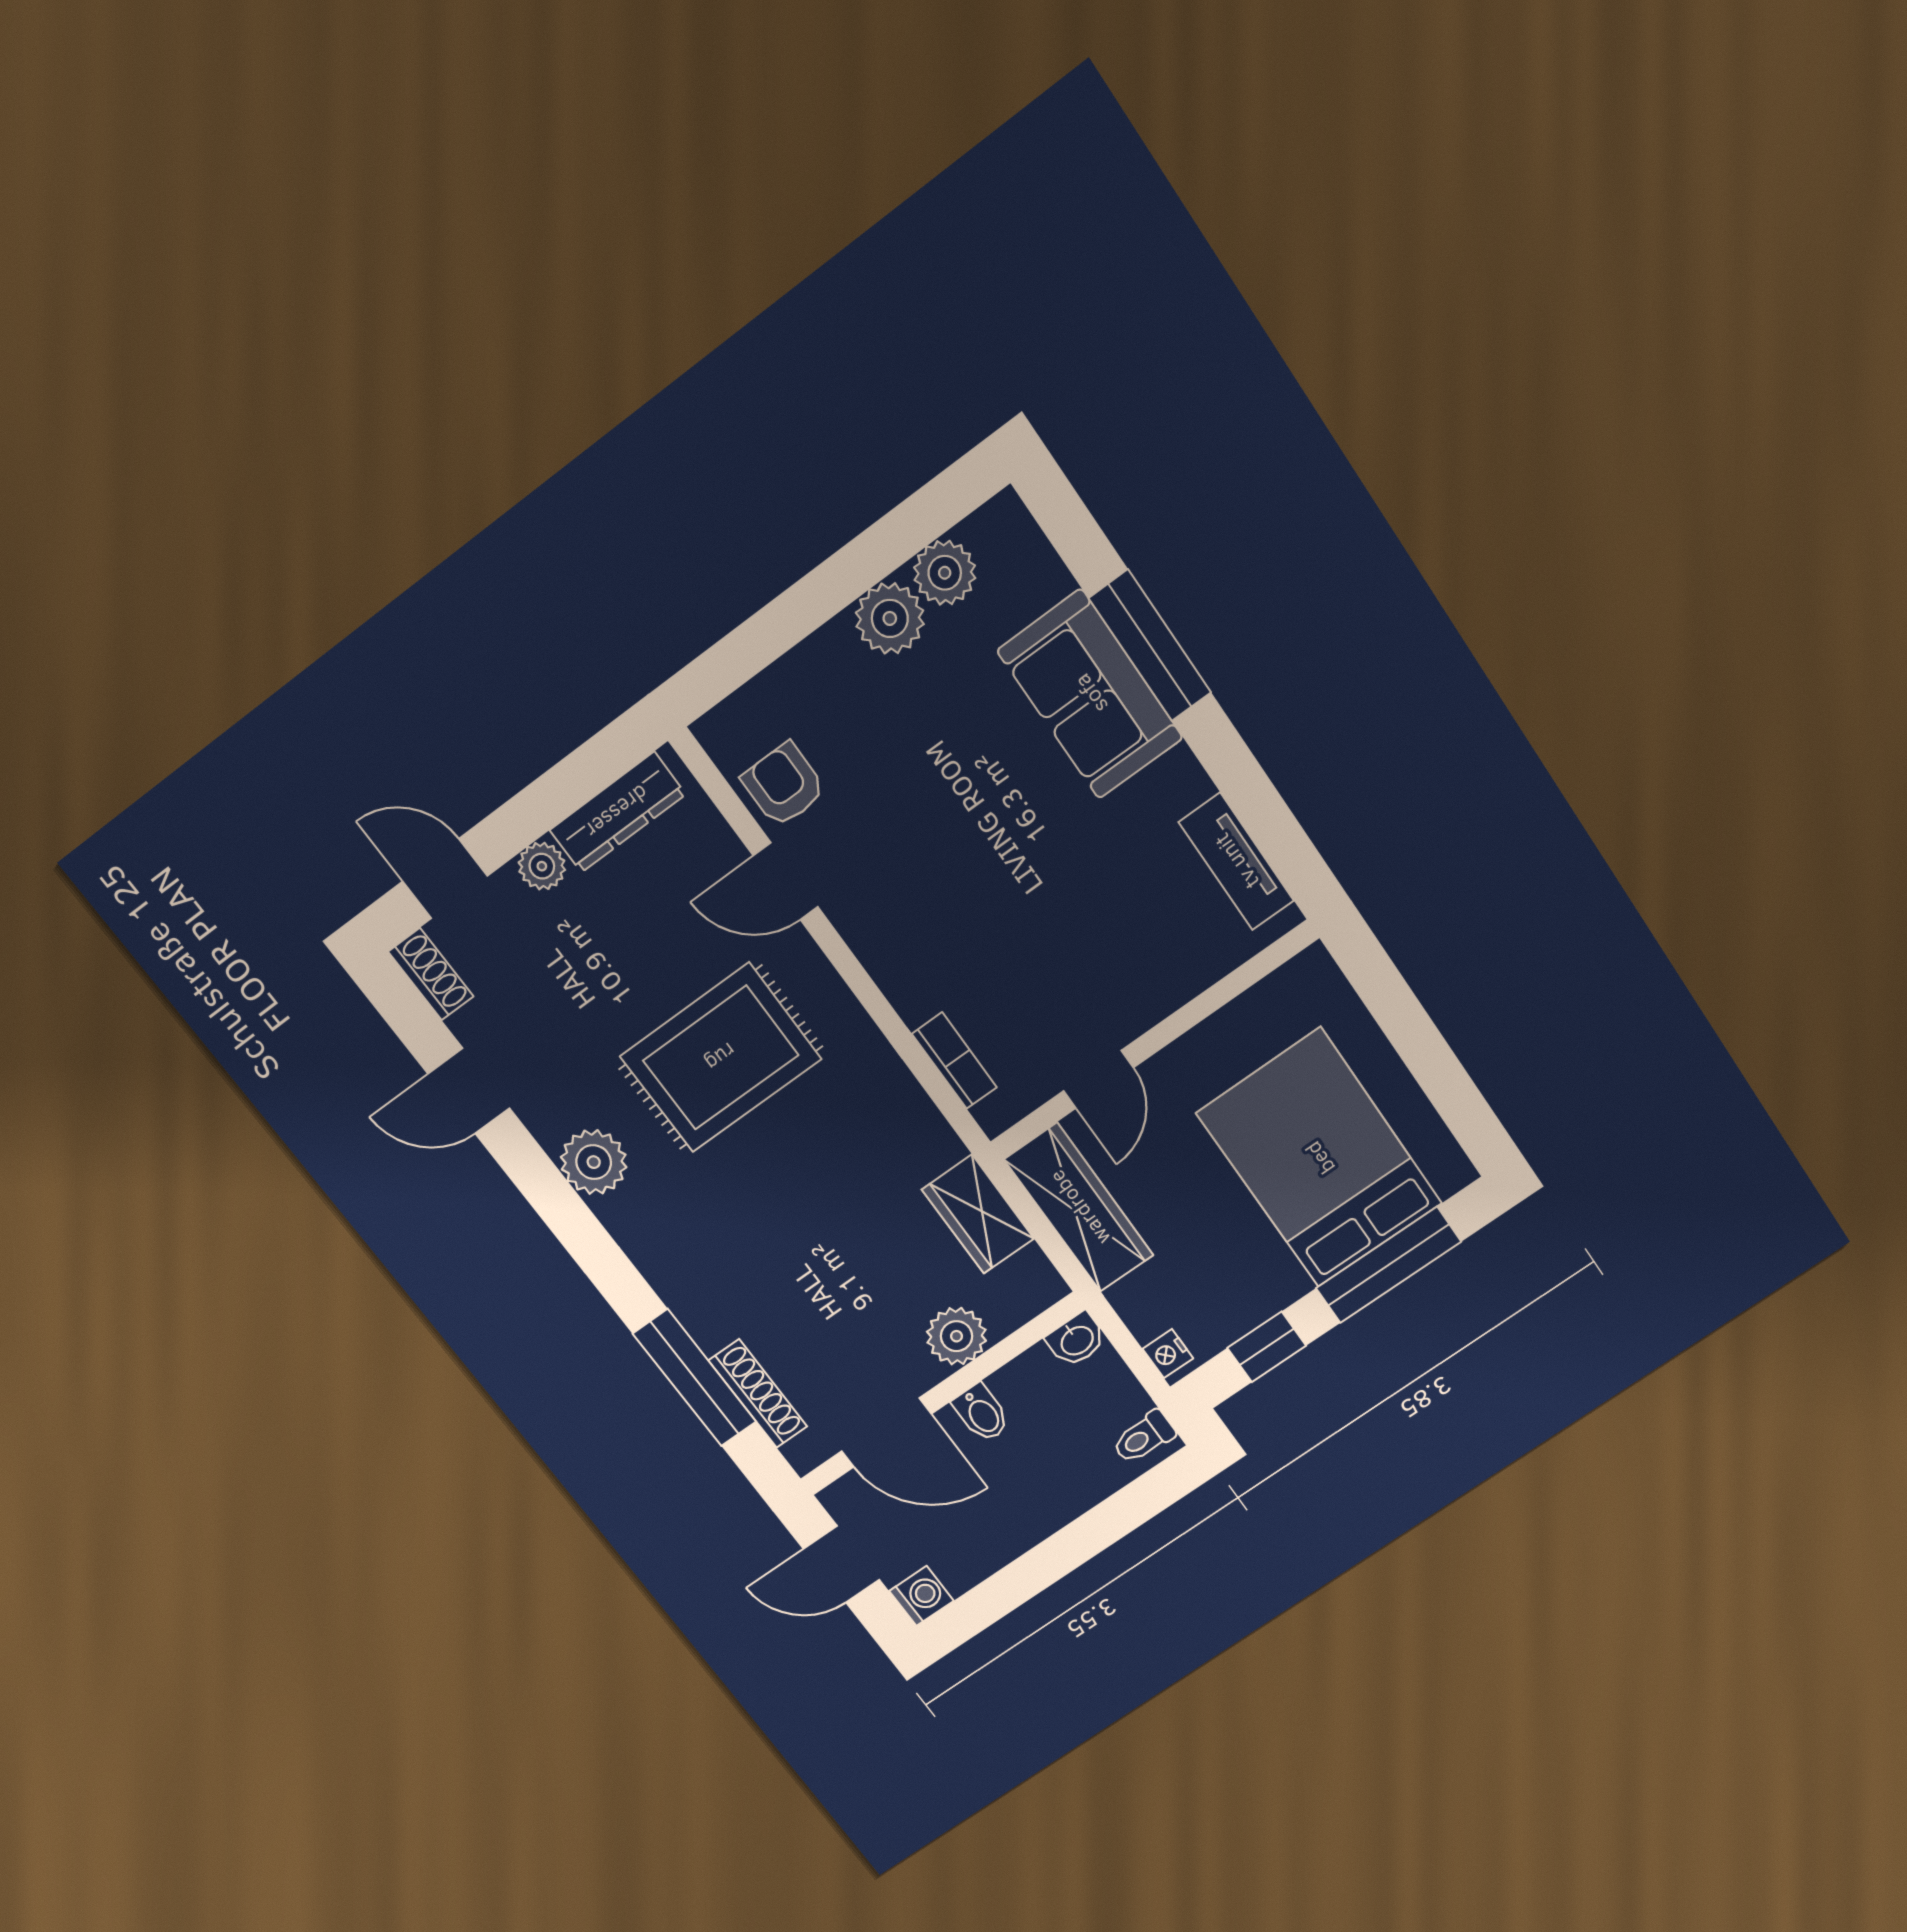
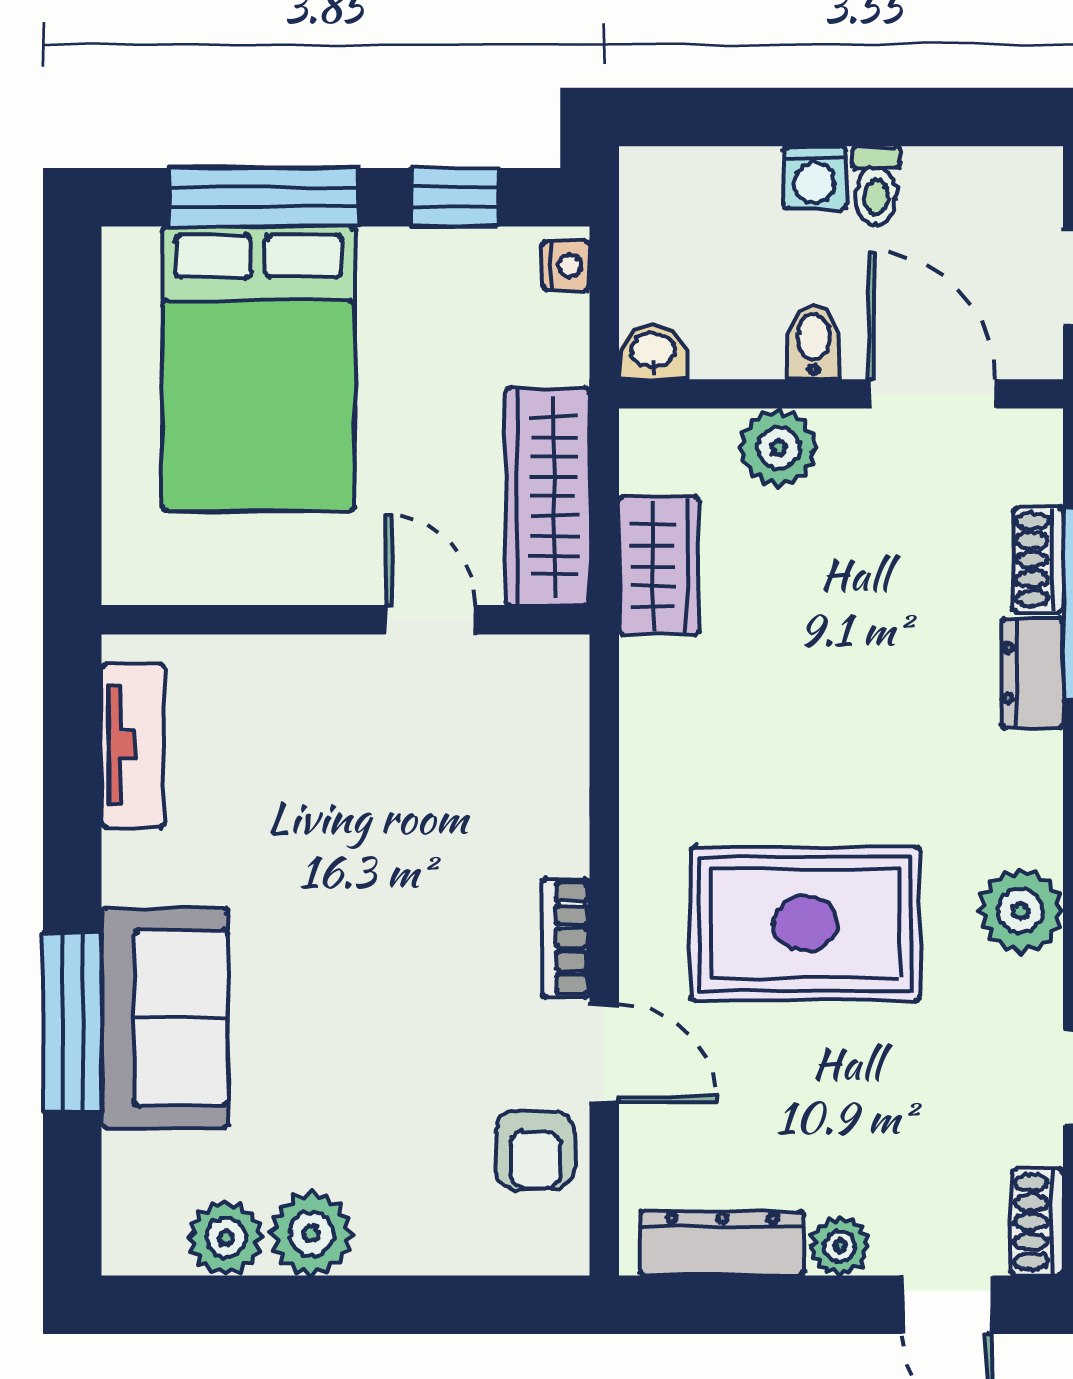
bookcase: (954, 1061) -> (566, 938), moved
door: (1098, 1079) -> (430, 620), hinge flipped
dresser: (699, 1311) -> (1032, 673), added
shoe rack: (758, 1394) -> (1038, 560), width x0.70
toilet: (1144, 1437) -> (876, 186), moved, turned 90
washing machine: (921, 1596) -> (815, 178), moved, turned -90

